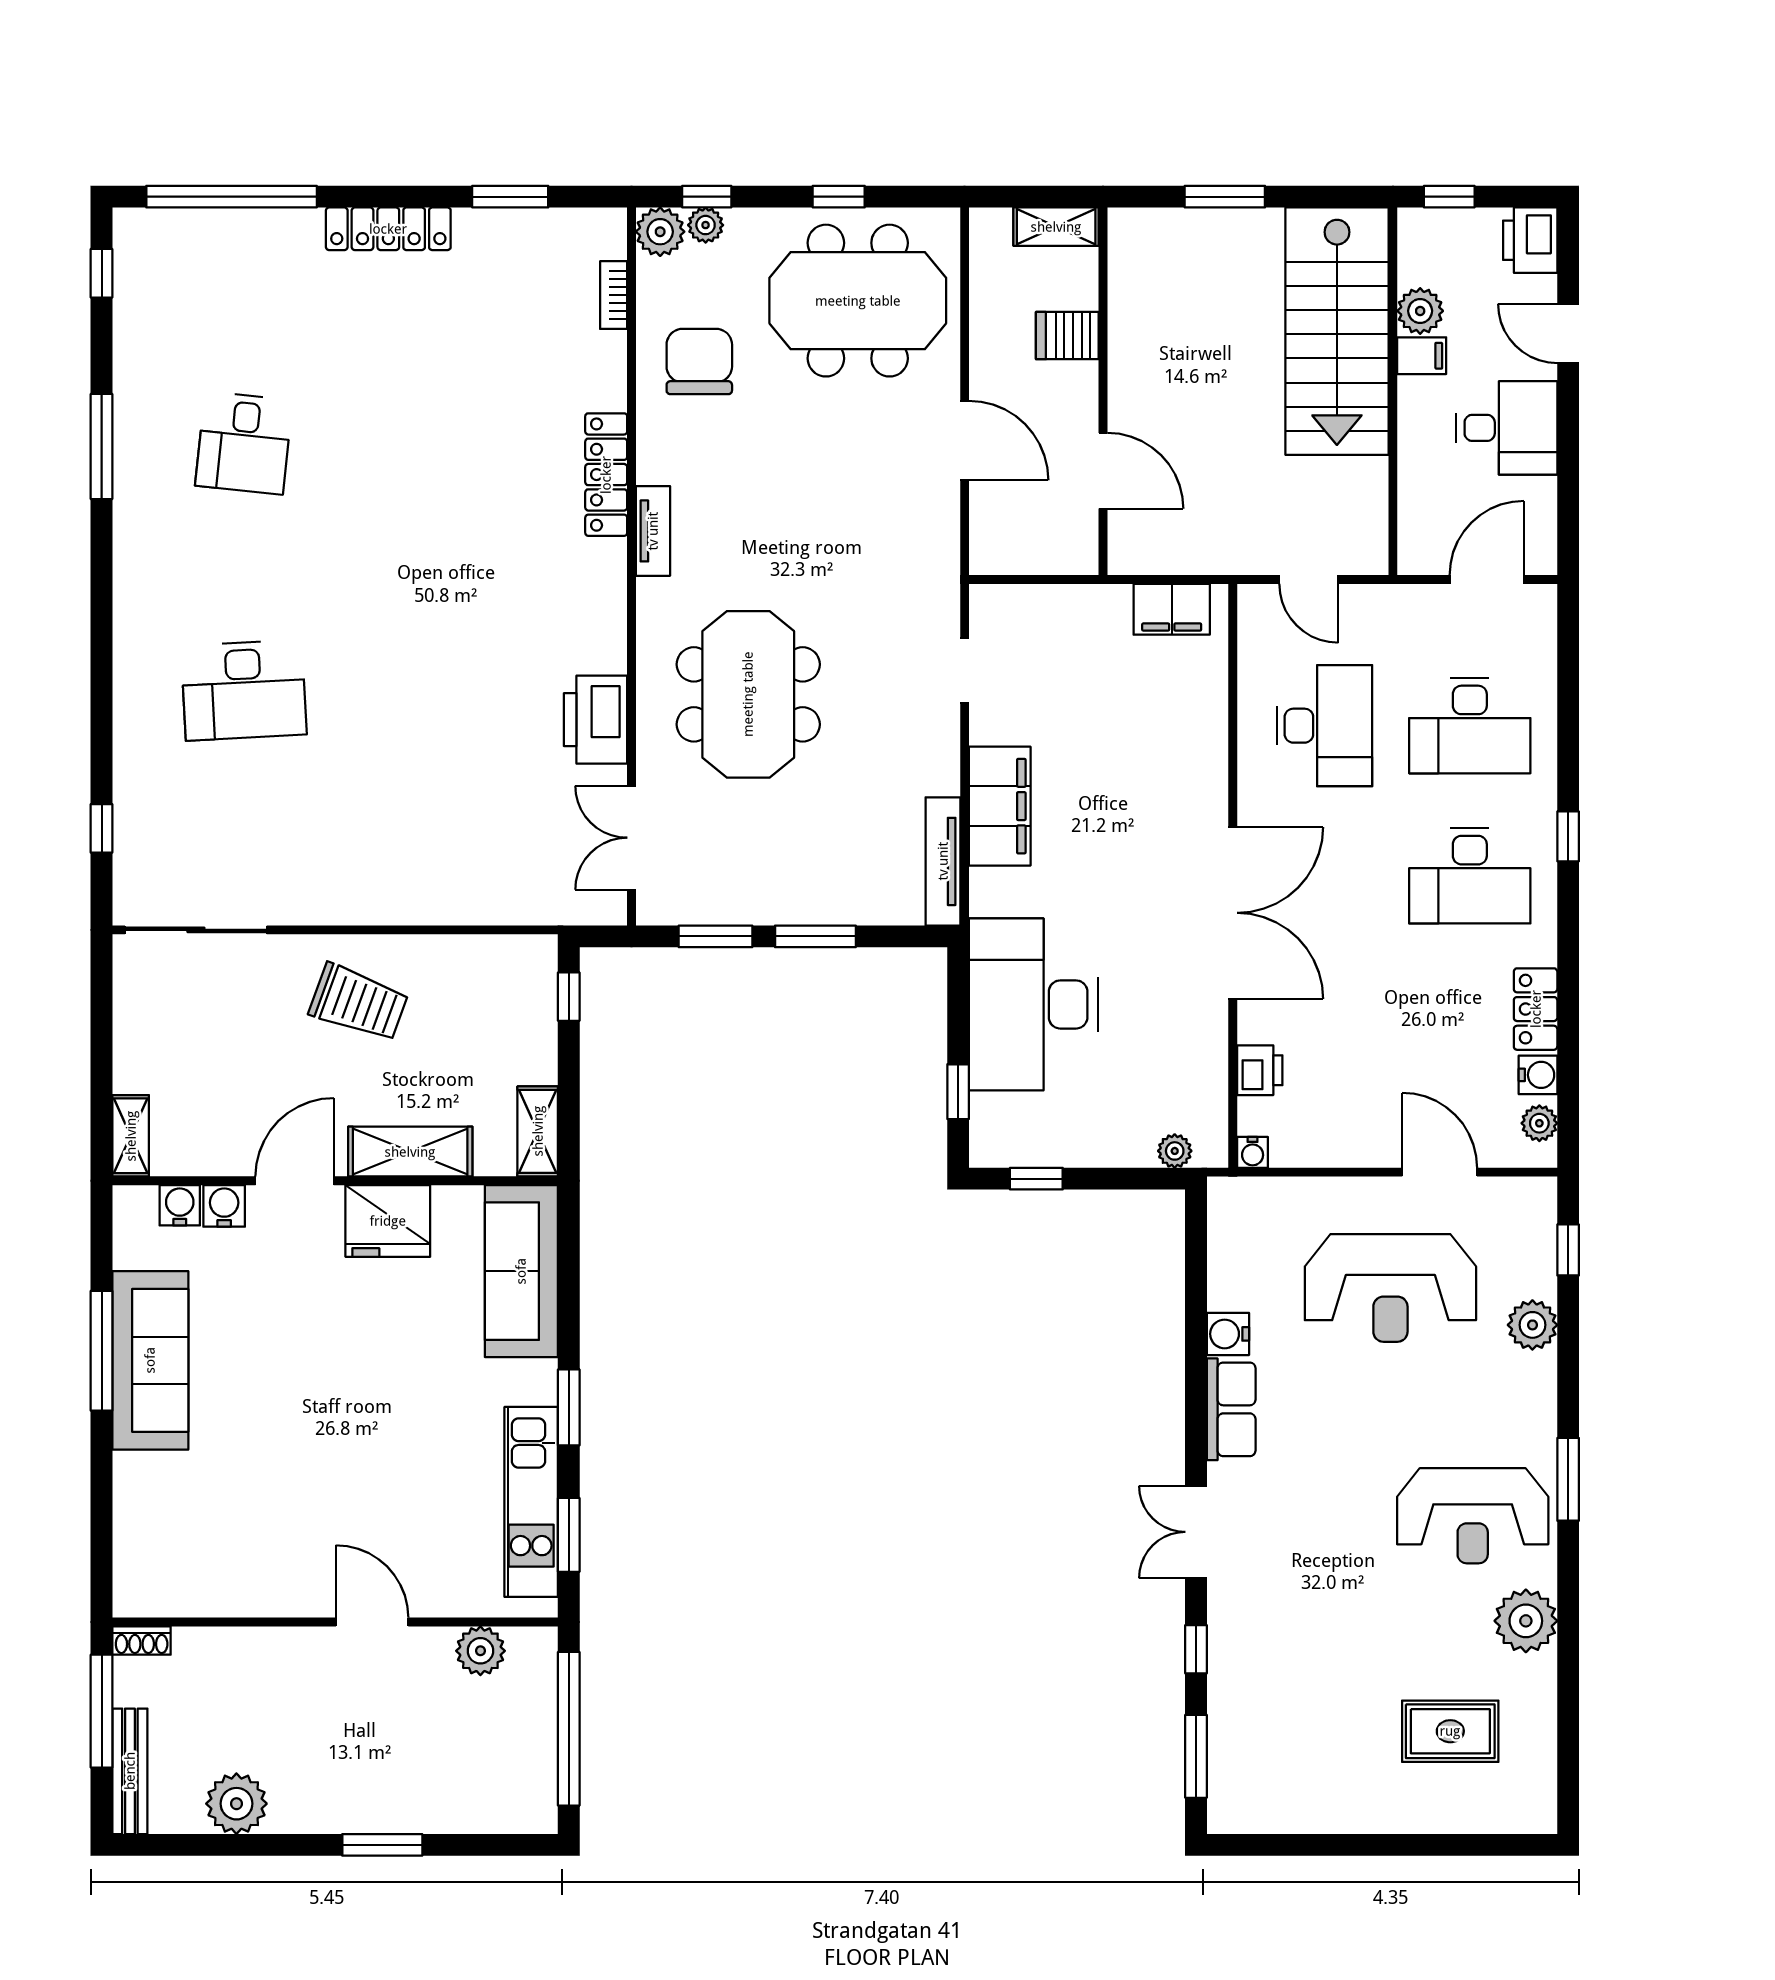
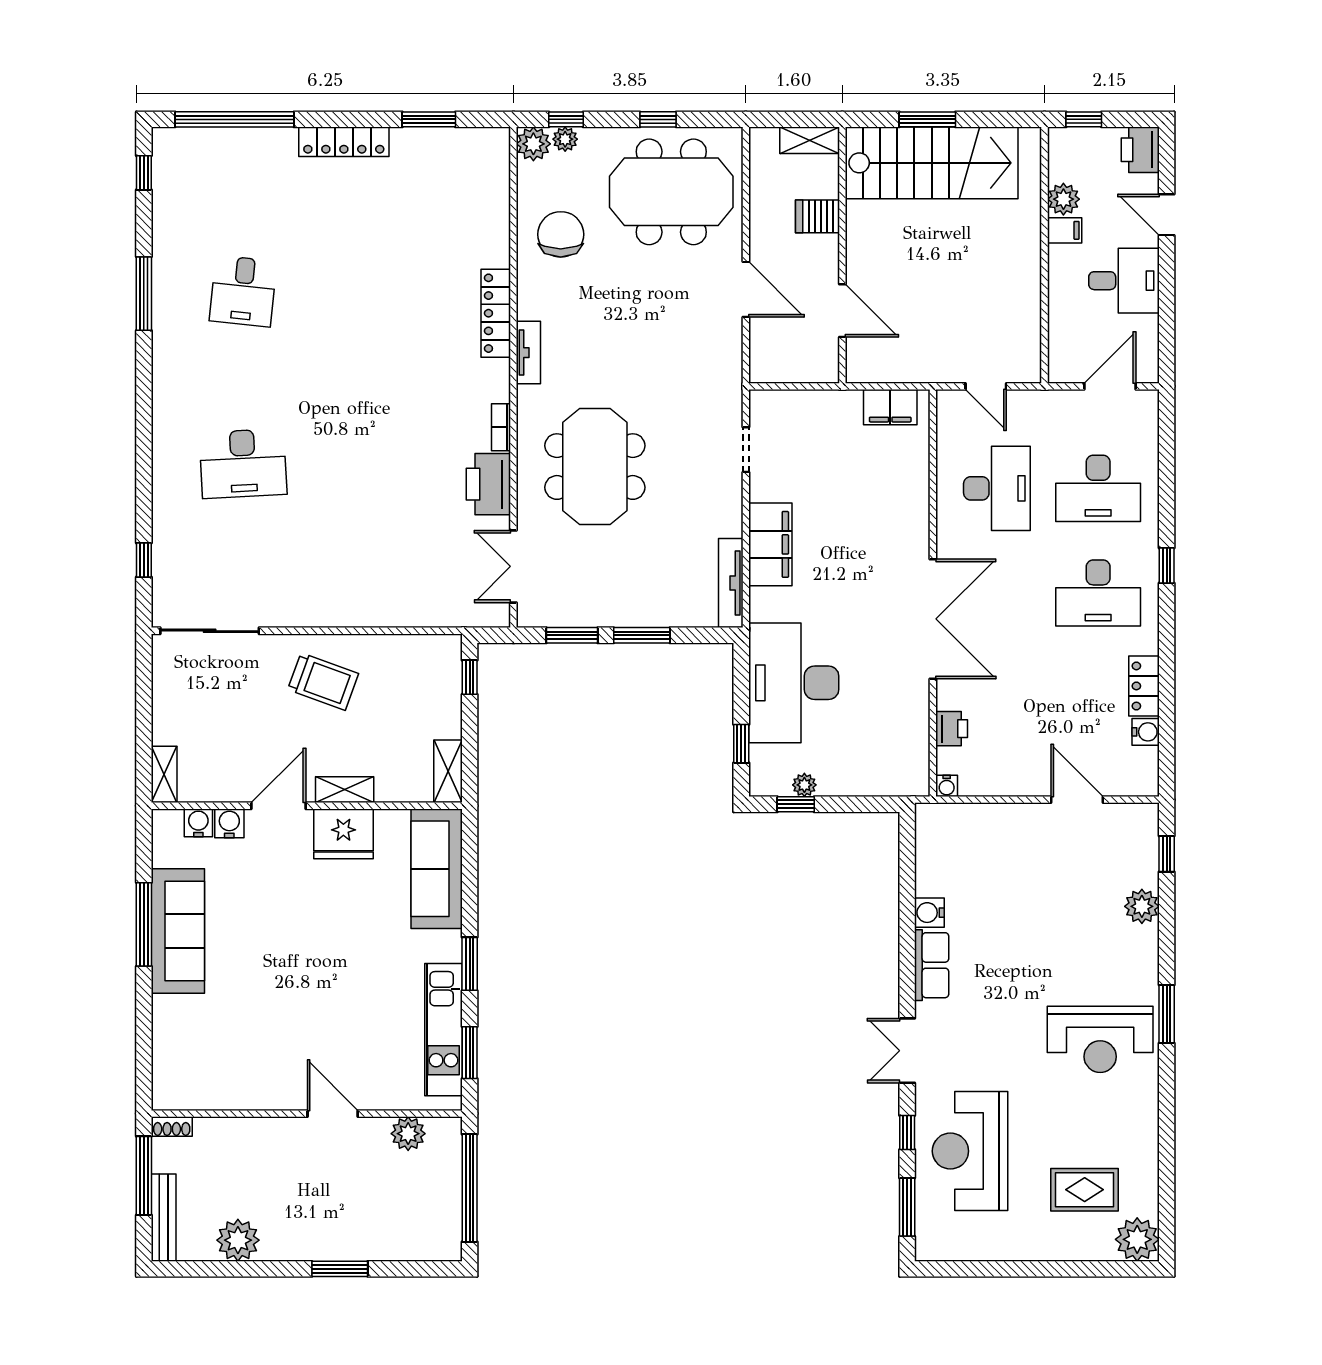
bookcase: (614, 295) -> (501, 427), moved
stairs: (1337, 331) -> (932, 163), moved, turned -90
plant: (1539, 1123) -> (1147, 766), removed
plant: (1175, 1151) -> (804, 785), moved
shelving: (410, 1152) -> (345, 790), width x0.67, depth x0.75
reception desk: (1390, 1288) -> (970, 1151), moved, turned 90
plant: (1526, 1621) -> (1137, 1239), moved

